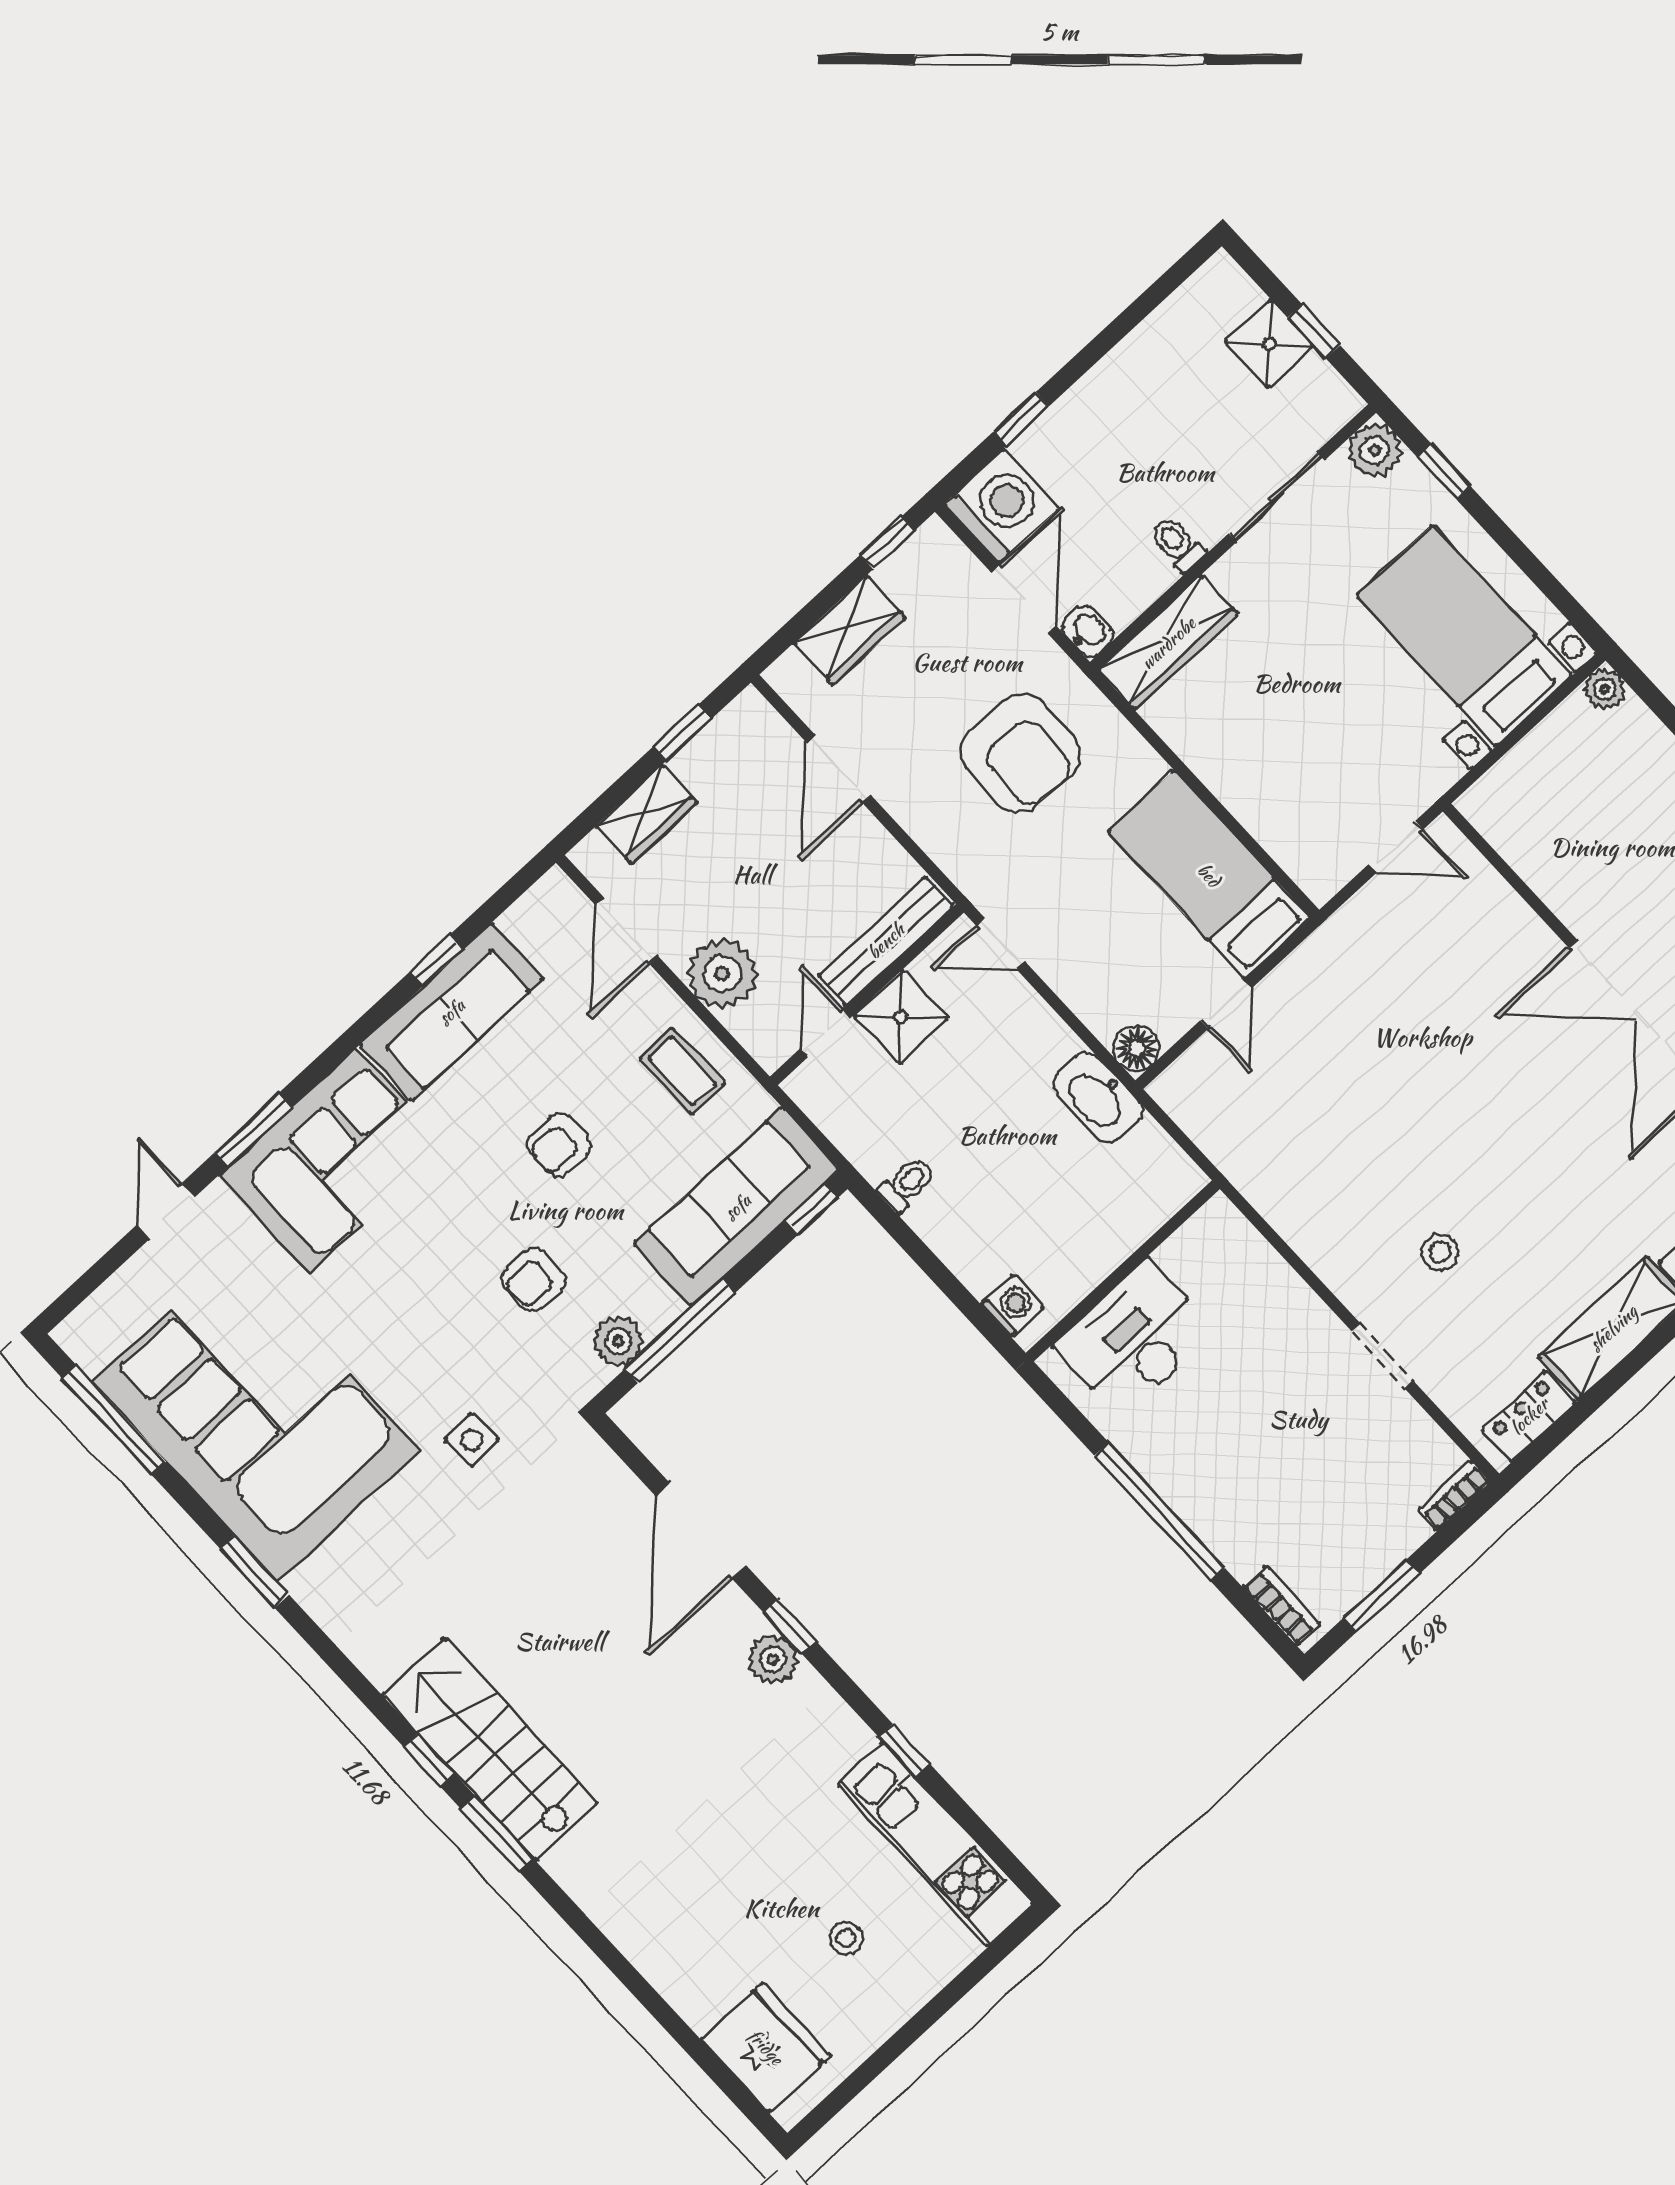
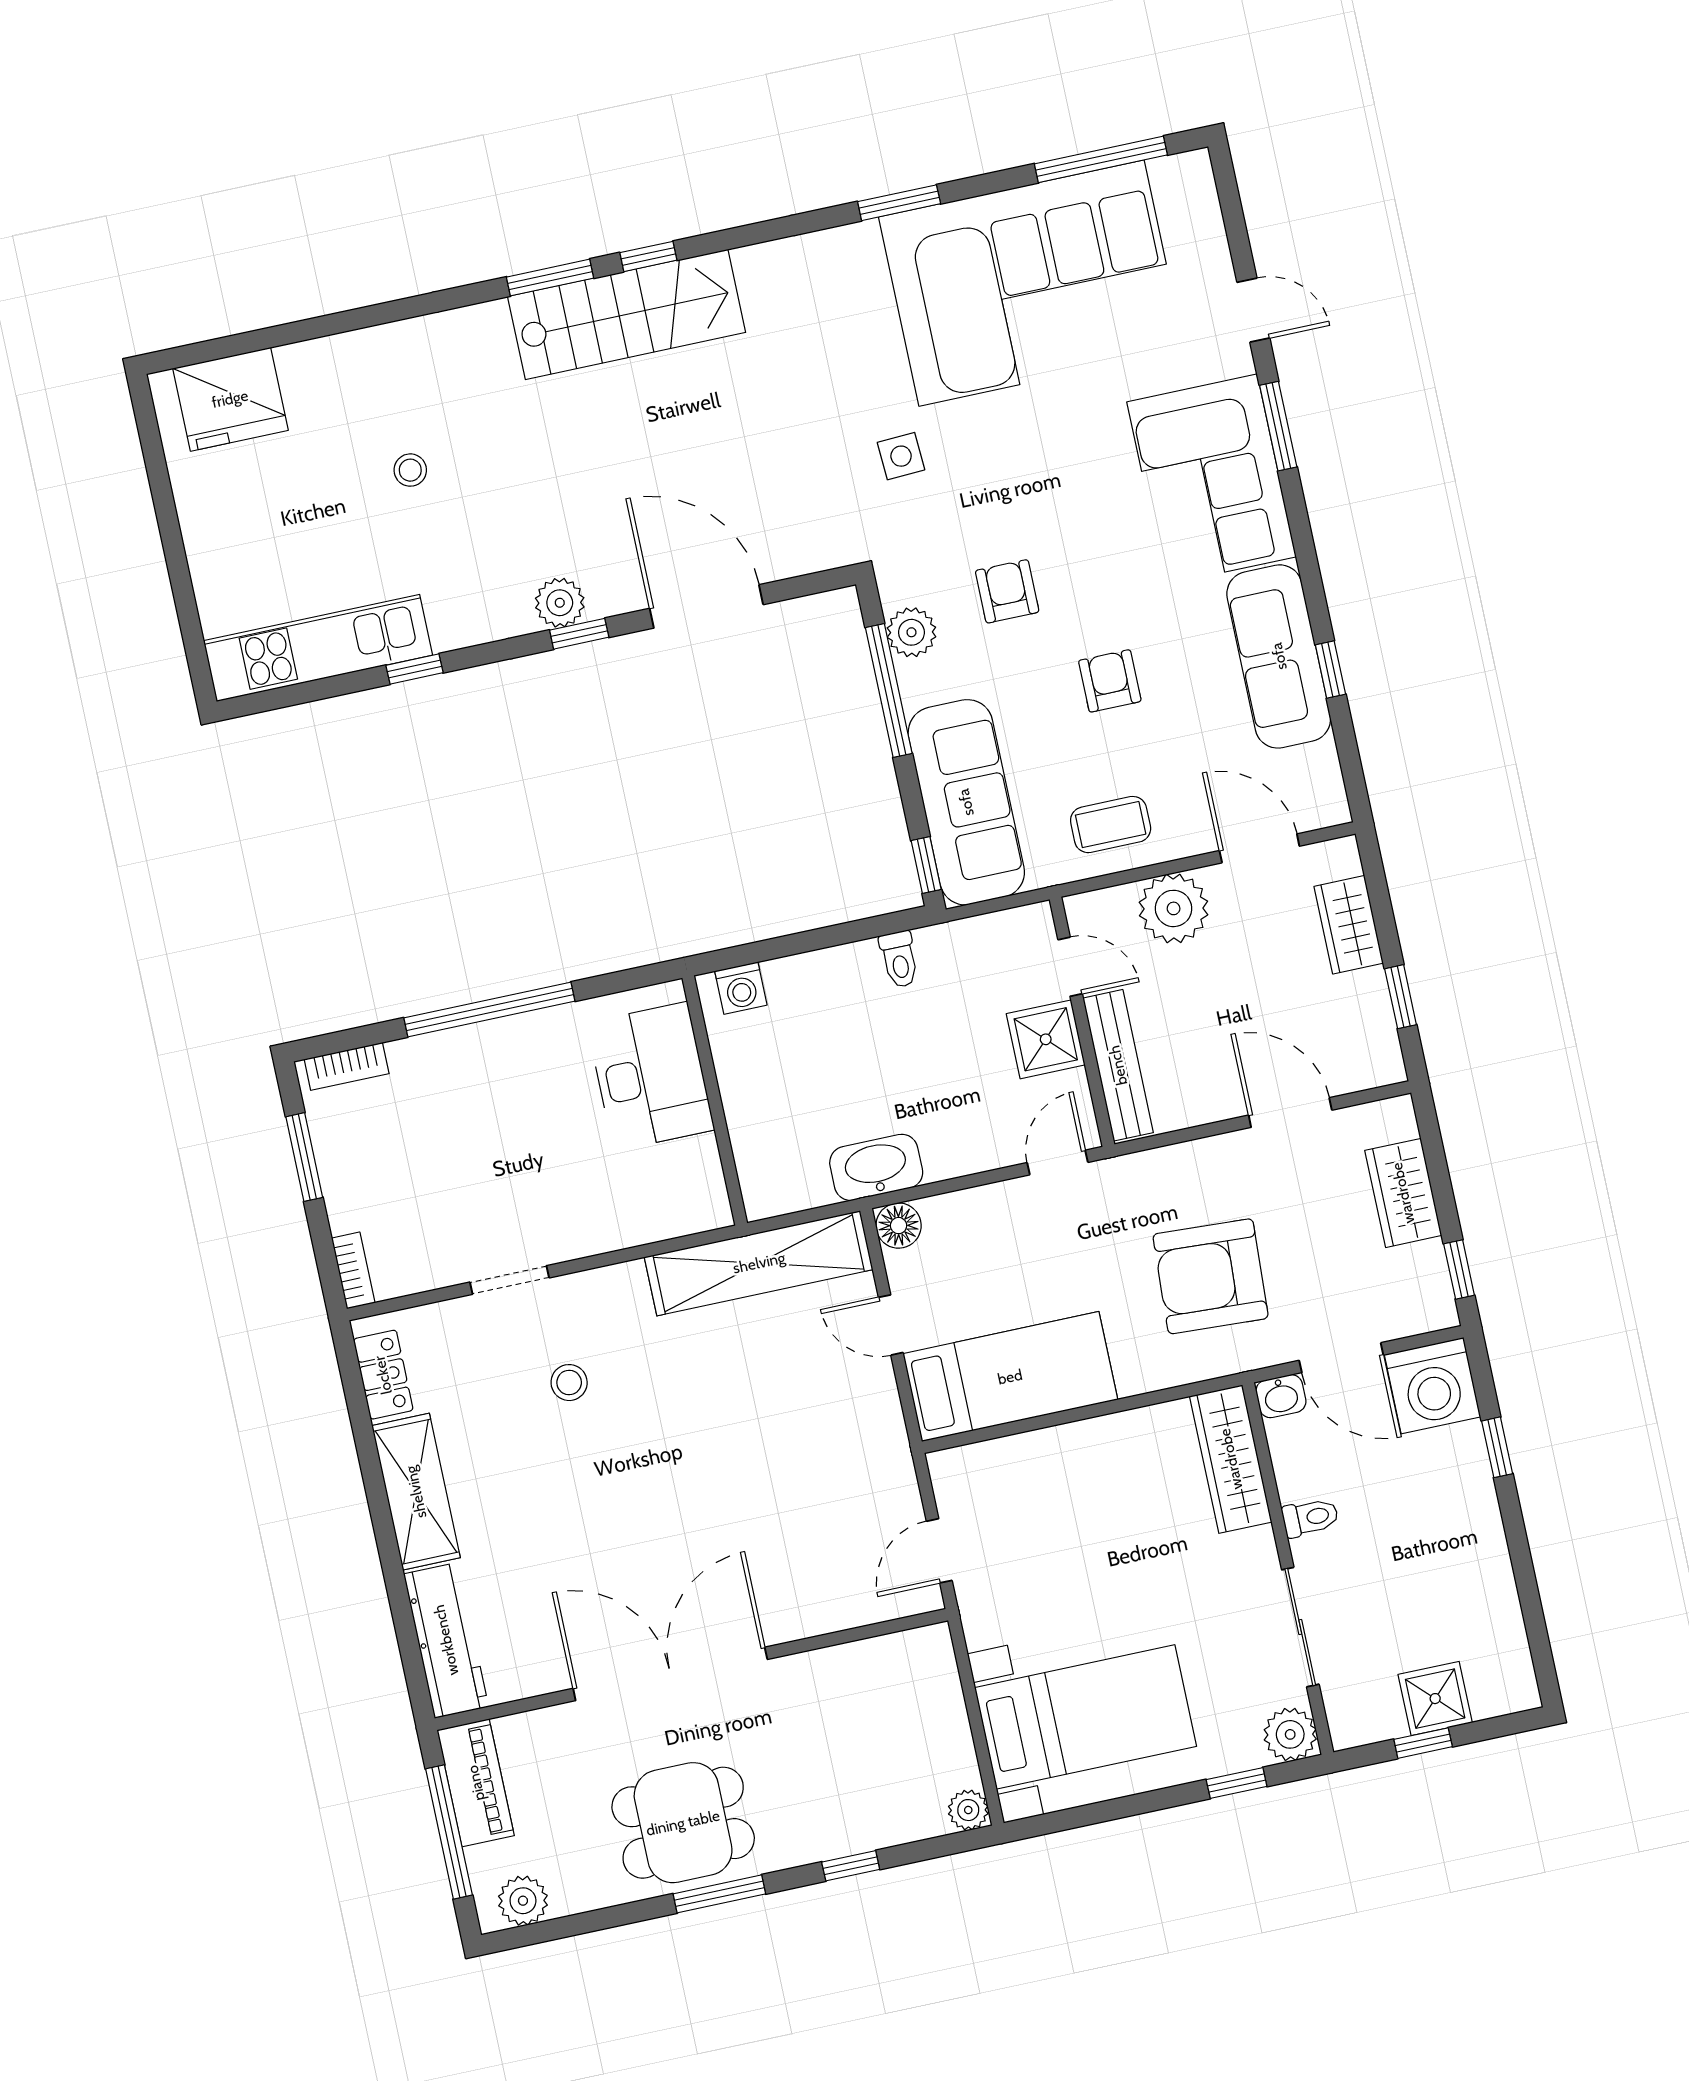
shelving: (1241, 1150) -> (759, 1263), added
stool: (846, 1938) -> (410, 470), moved

